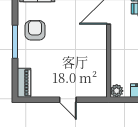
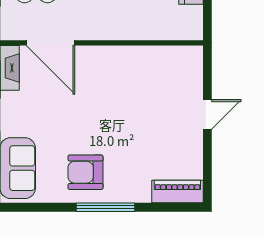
plant: (117, 91) -> (192, 29), removed

